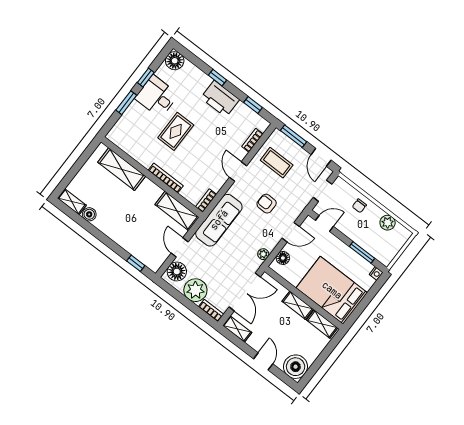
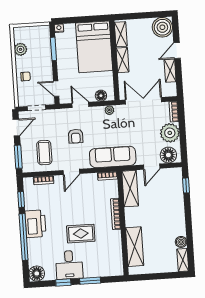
window: (218, 78) -> (24, 237), width x3.17
shelving: (237, 329) -> (170, 71), moved

